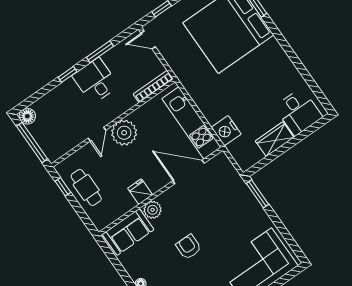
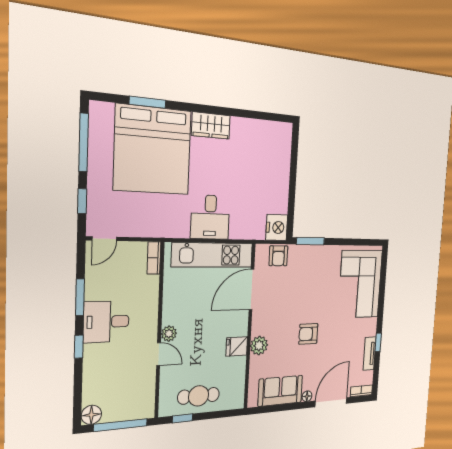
bookcase: (153, 86) -> (154, 258), width x0.64
desk: (298, 112) -> (210, 217), moved, turned 90
nightstand: (226, 131) -> (277, 227), moved, turned -90
plant: (124, 133) -> (169, 334), width x0.53, depth x0.53
wardrobe: (275, 139) -> (211, 126), moved, turned -90
armchair: (228, 175) -> (278, 256), added
sofa: (128, 232) -> (280, 391), moved, turned -90

